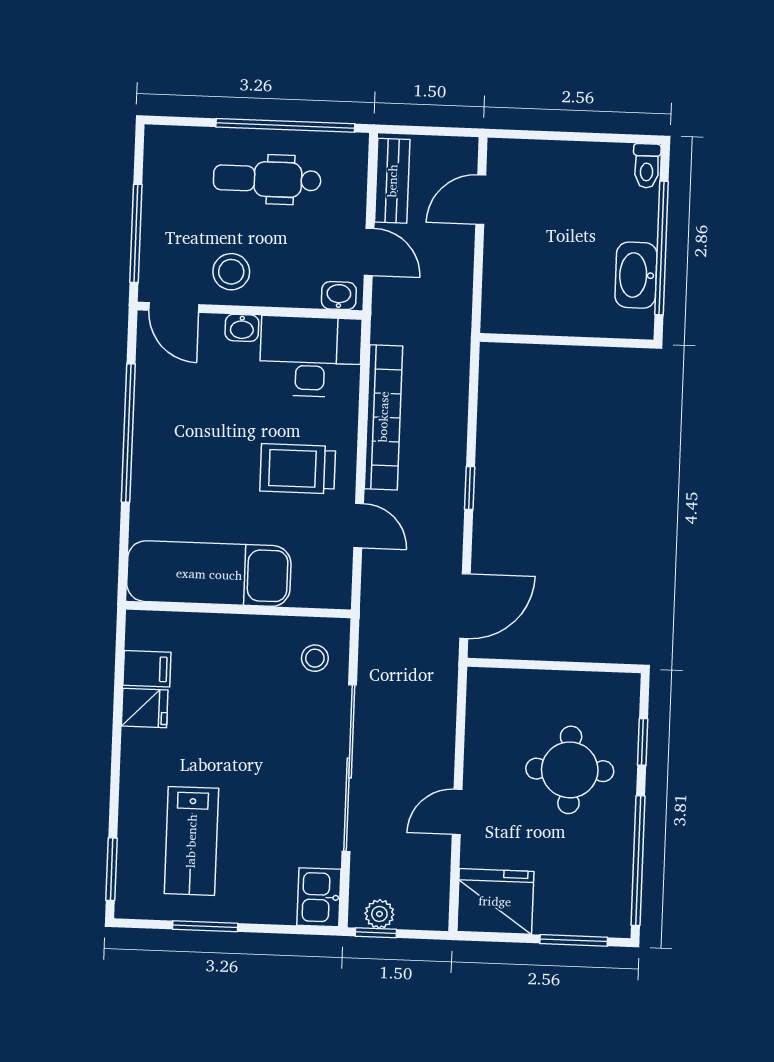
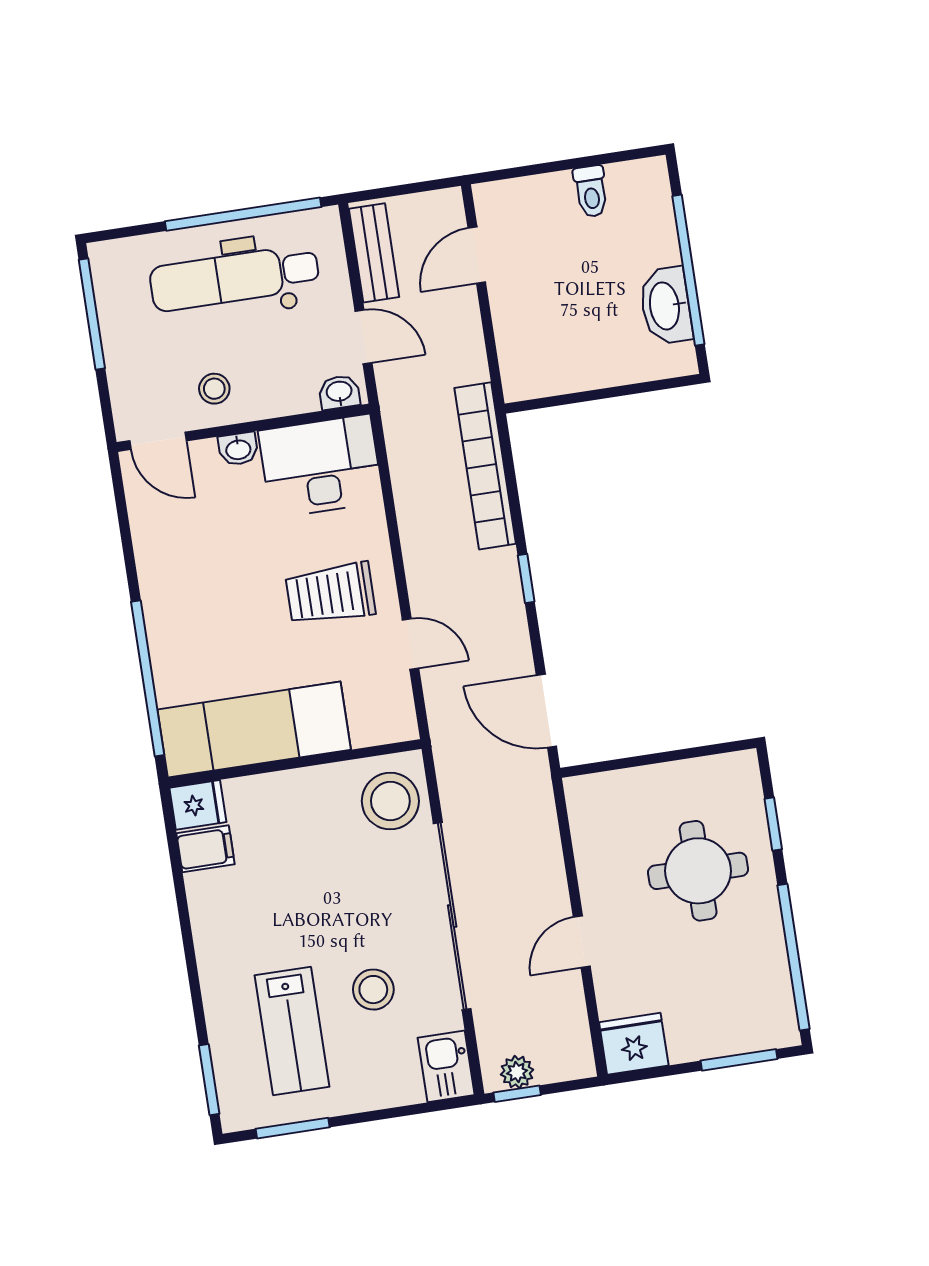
toilet: (647, 166) -> (591, 191), moved
dental chair: (267, 179) -> (234, 278), width x1.36, depth x1.38
window: (136, 233) -> (92, 314), moved
stool: (231, 272) -> (214, 389), width x0.73, depth x0.73
bookcase: (383, 417) -> (485, 466), moved, turned 180
window: (128, 433) -> (148, 678), moved
door: (465, 606) -> (546, 711), swing flipped
stool: (315, 658) -> (390, 801), width x1.89, depth x1.89
fridge: (145, 708) -> (198, 805), moved
stool: (269, 819) -> (373, 990), added
fridge: (495, 901) -> (634, 1044), width x0.73, depth x0.75
window: (205, 926) -> (293, 1128), moved

